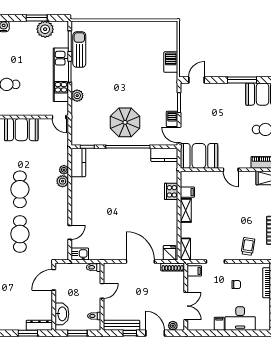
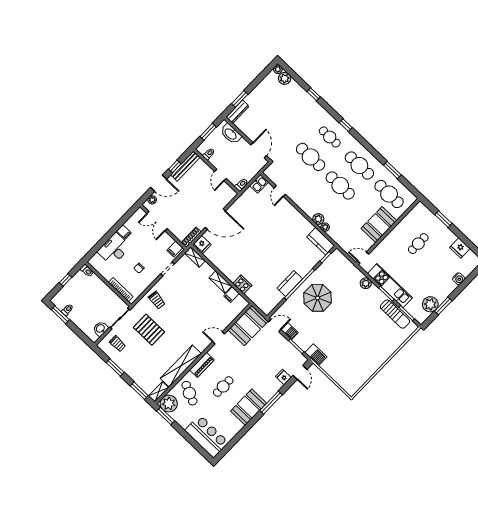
barbecue: (171, 62) -> (316, 355), moved
fridge: (213, 89) -> (283, 377), added
kitchen counter: (164, 155) -> (290, 284), moved

